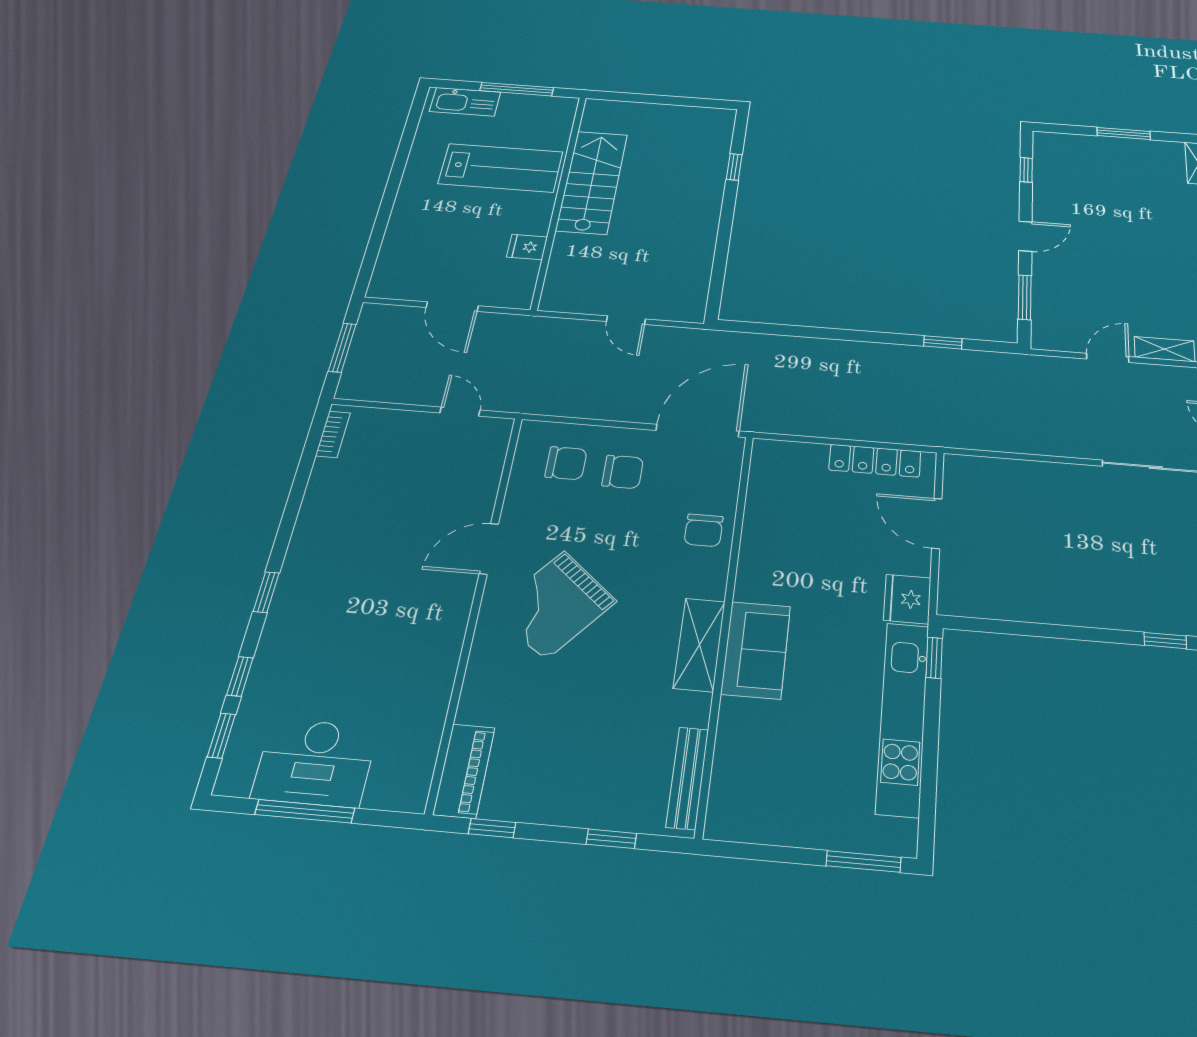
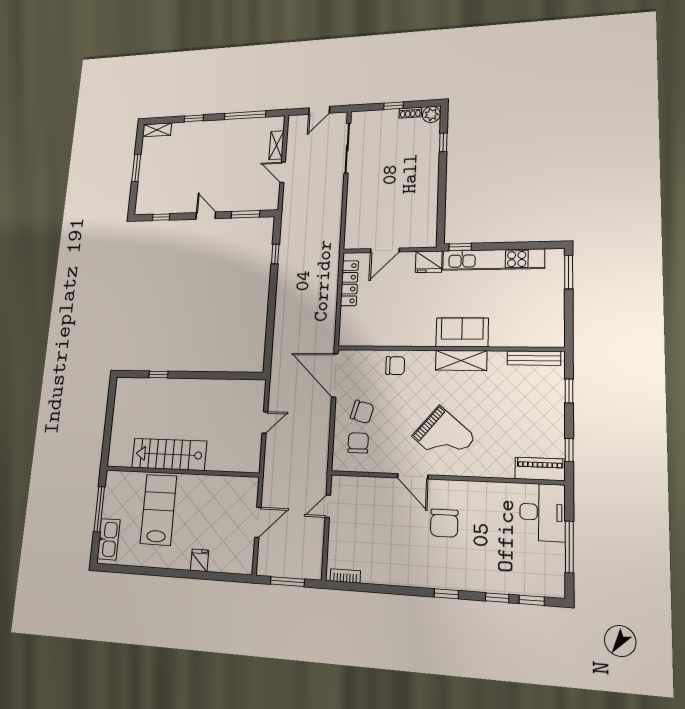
fridge: (527, 247) -> (200, 560), moved, turned 180
chair: (623, 472) -> (362, 412), turned 106
chair: (393, 596) -> (444, 523), added
desk: (315, 763) -> (542, 512), moved

